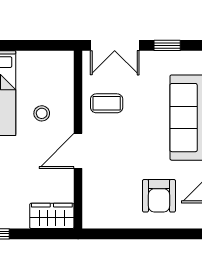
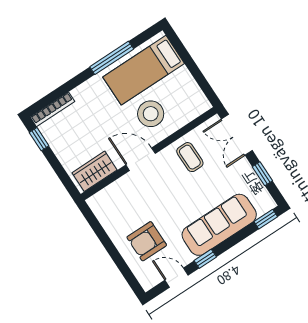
stool: (42, 113) -> (151, 114), width x1.89, depth x1.89
wardrobe: (52, 216) -> (95, 171), moved, turned -90

